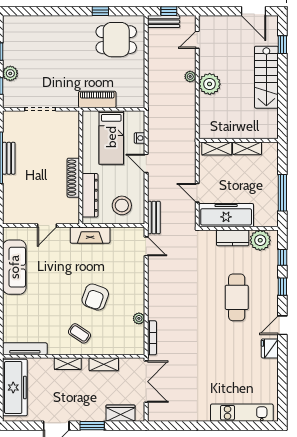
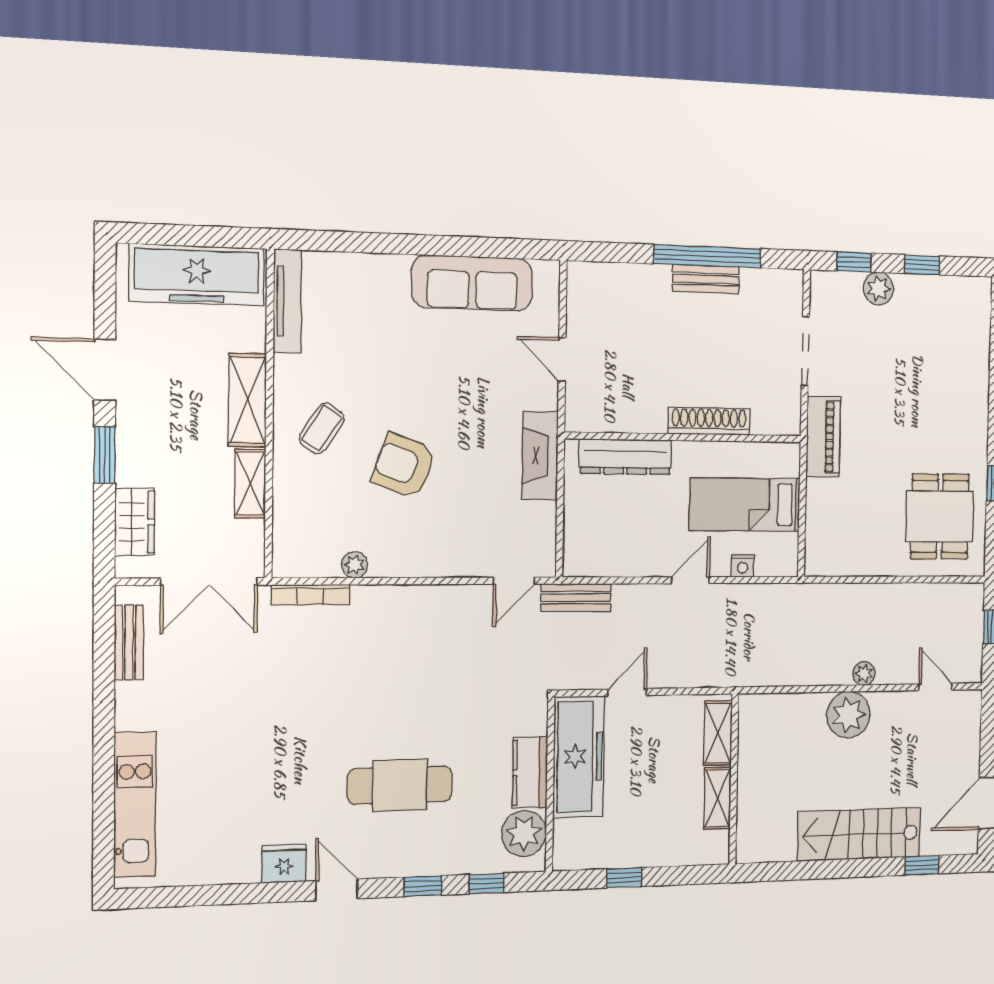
bench: (164, 22) -> (129, 643), moved
piano: (97, 99) -> (823, 437), moved
shoe rack: (73, 178) -> (709, 421), moved
window: (282, 193) -> (624, 878), width x0.46
stool: (122, 205) -> (603, 527), removed
shelving: (68, 364) -> (247, 400), width x1.50, depth x1.33

